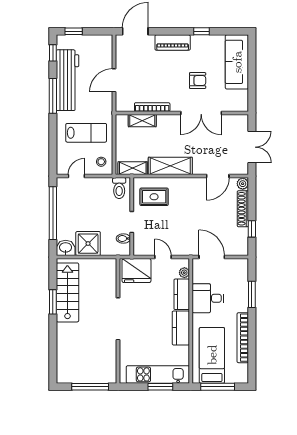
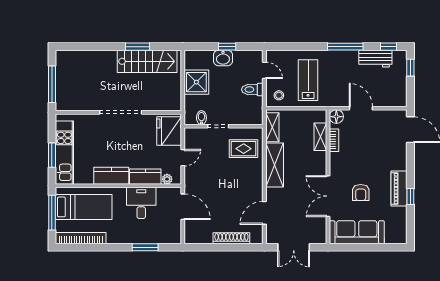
piano: (173, 43) -> (399, 189), moved
sofa: (237, 62) -> (357, 232), moved
workbench: (67, 80) -> (375, 59), width x0.53, depth x0.76
floor lamp: (122, 105) -> (336, 117), added
bookcase: (152, 107) -> (334, 140), width x0.64
lab bench: (86, 133) -> (308, 80), turned 180
door: (218, 176) -> (264, 213), hinge flipped
plant: (243, 184) -> (257, 238), removed
toilet: (119, 188) -> (252, 90), moved
rug: (154, 197) -> (244, 149), turned 90
window: (53, 213) -> (227, 47), width x0.32
window: (252, 229) -> (211, 247), removed
washbasin: (66, 248) -> (223, 58), moved, turned 90
door: (212, 257) -> (183, 207), hinge flipped
bookcase: (243, 338) -> (81, 238), moved

